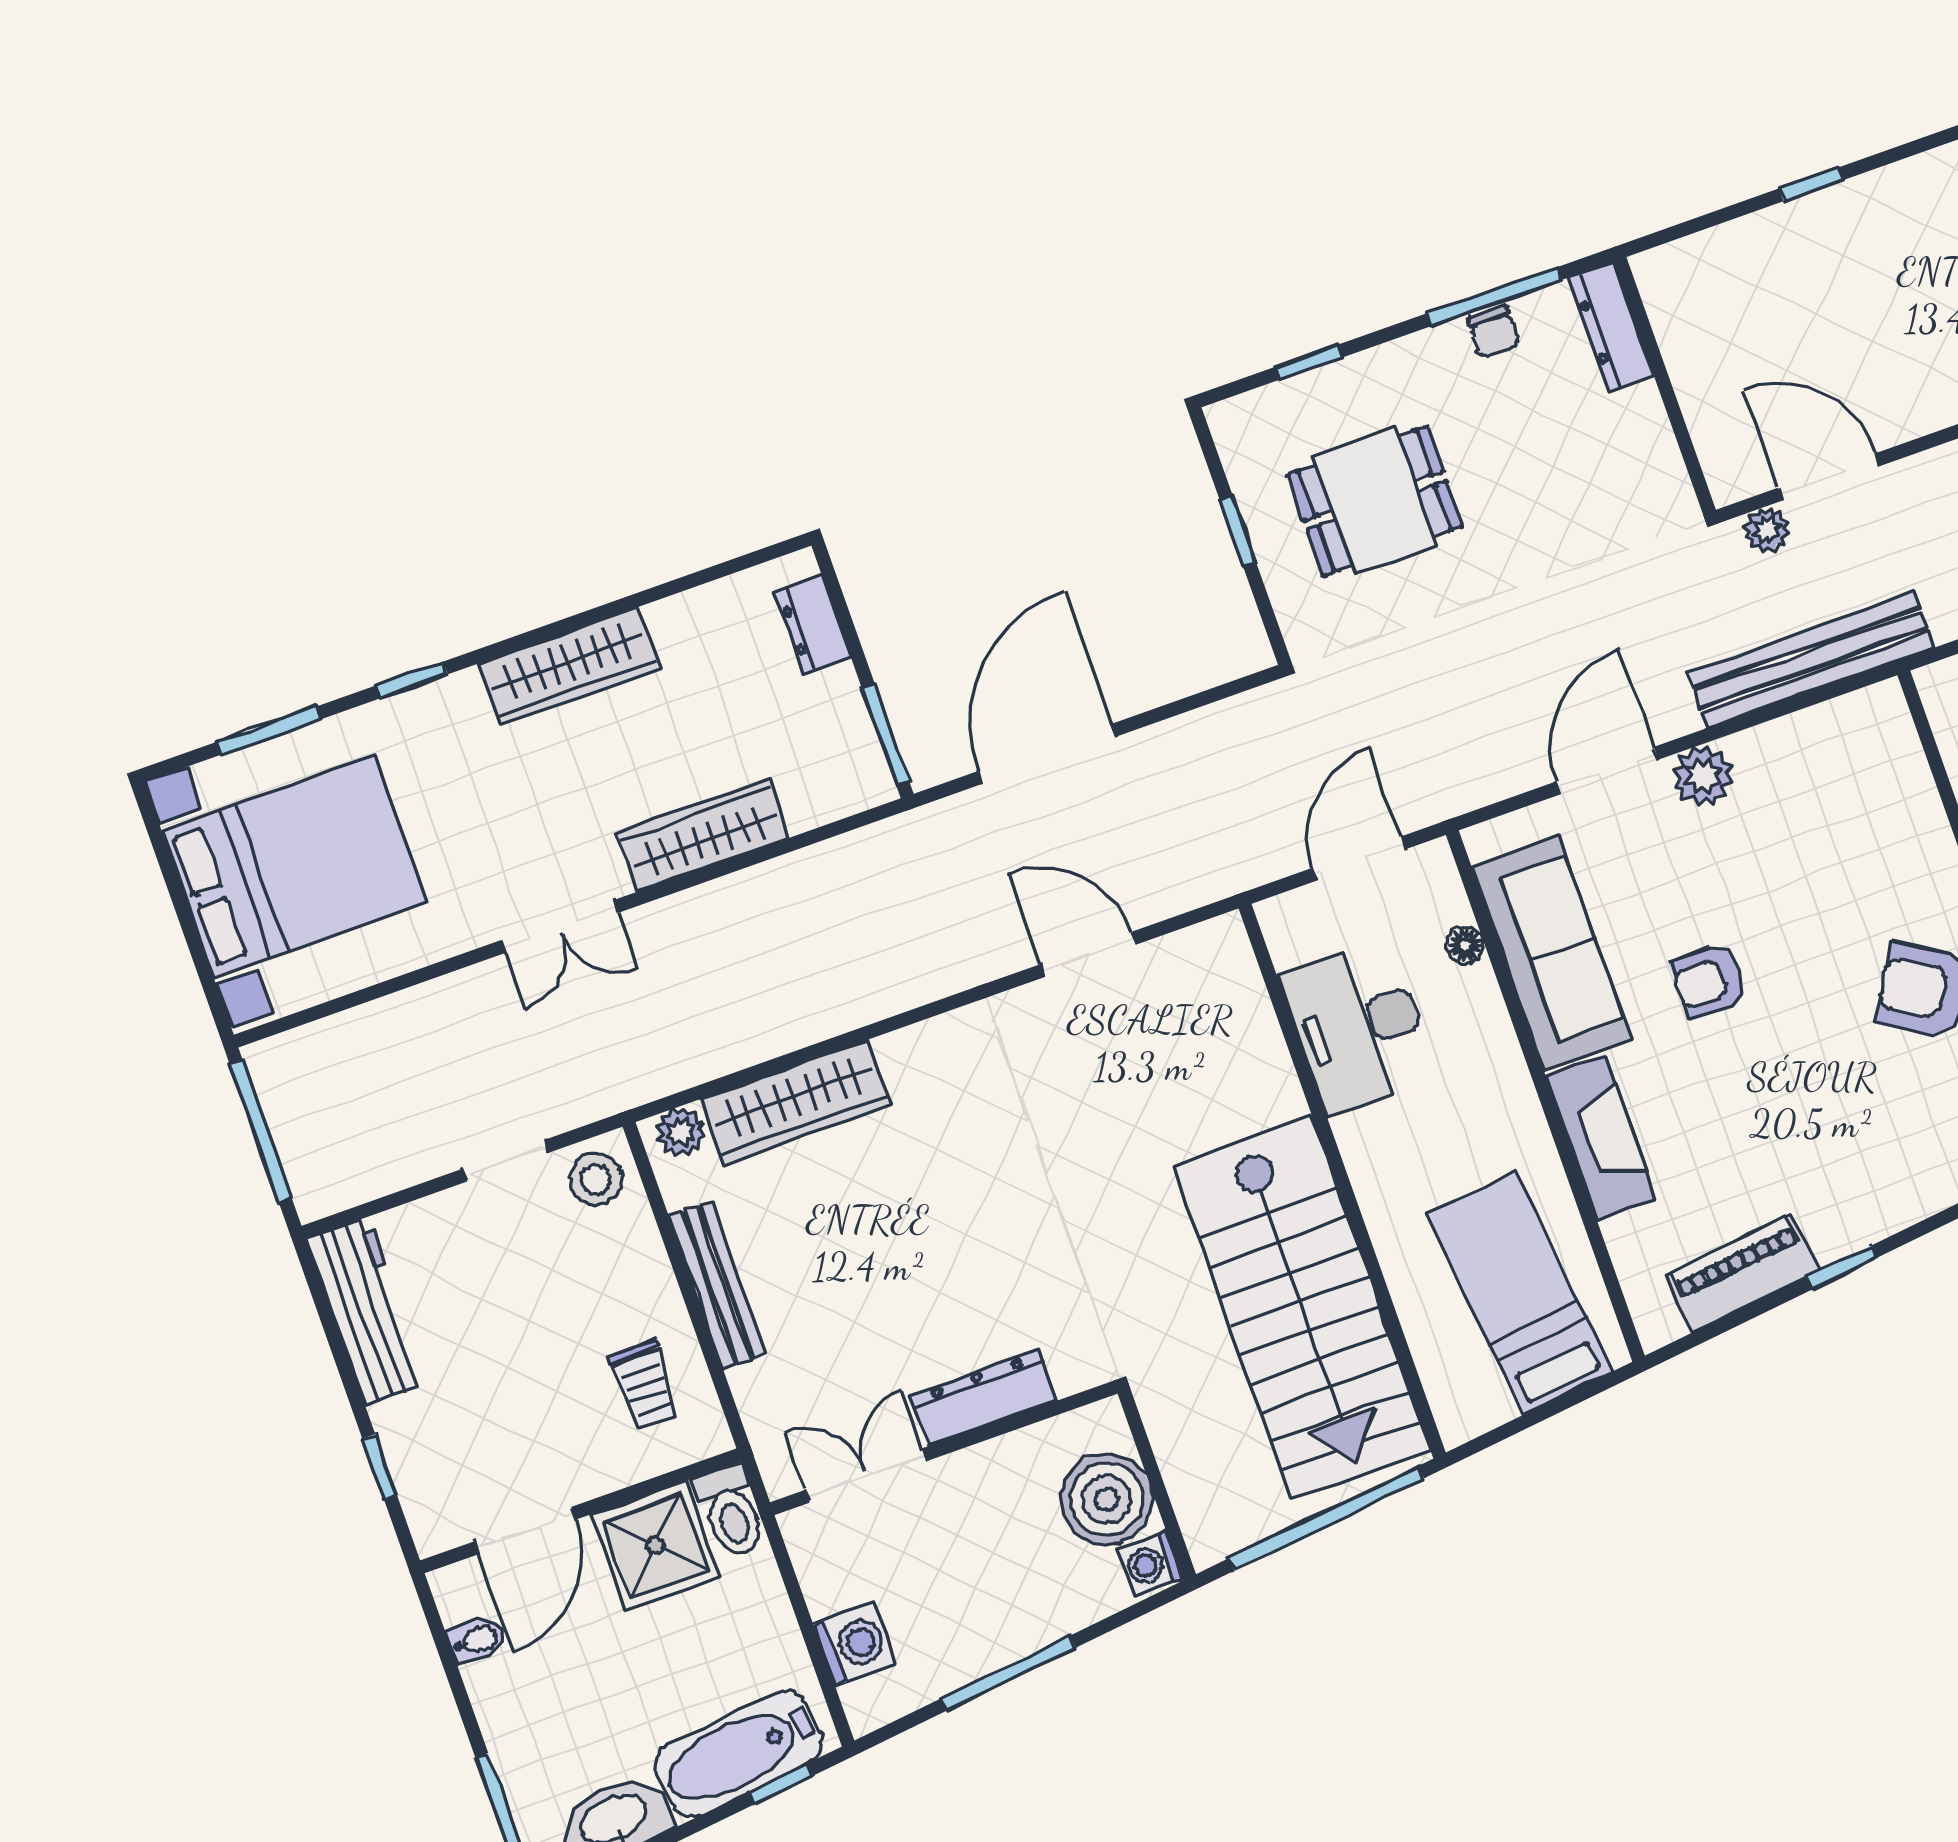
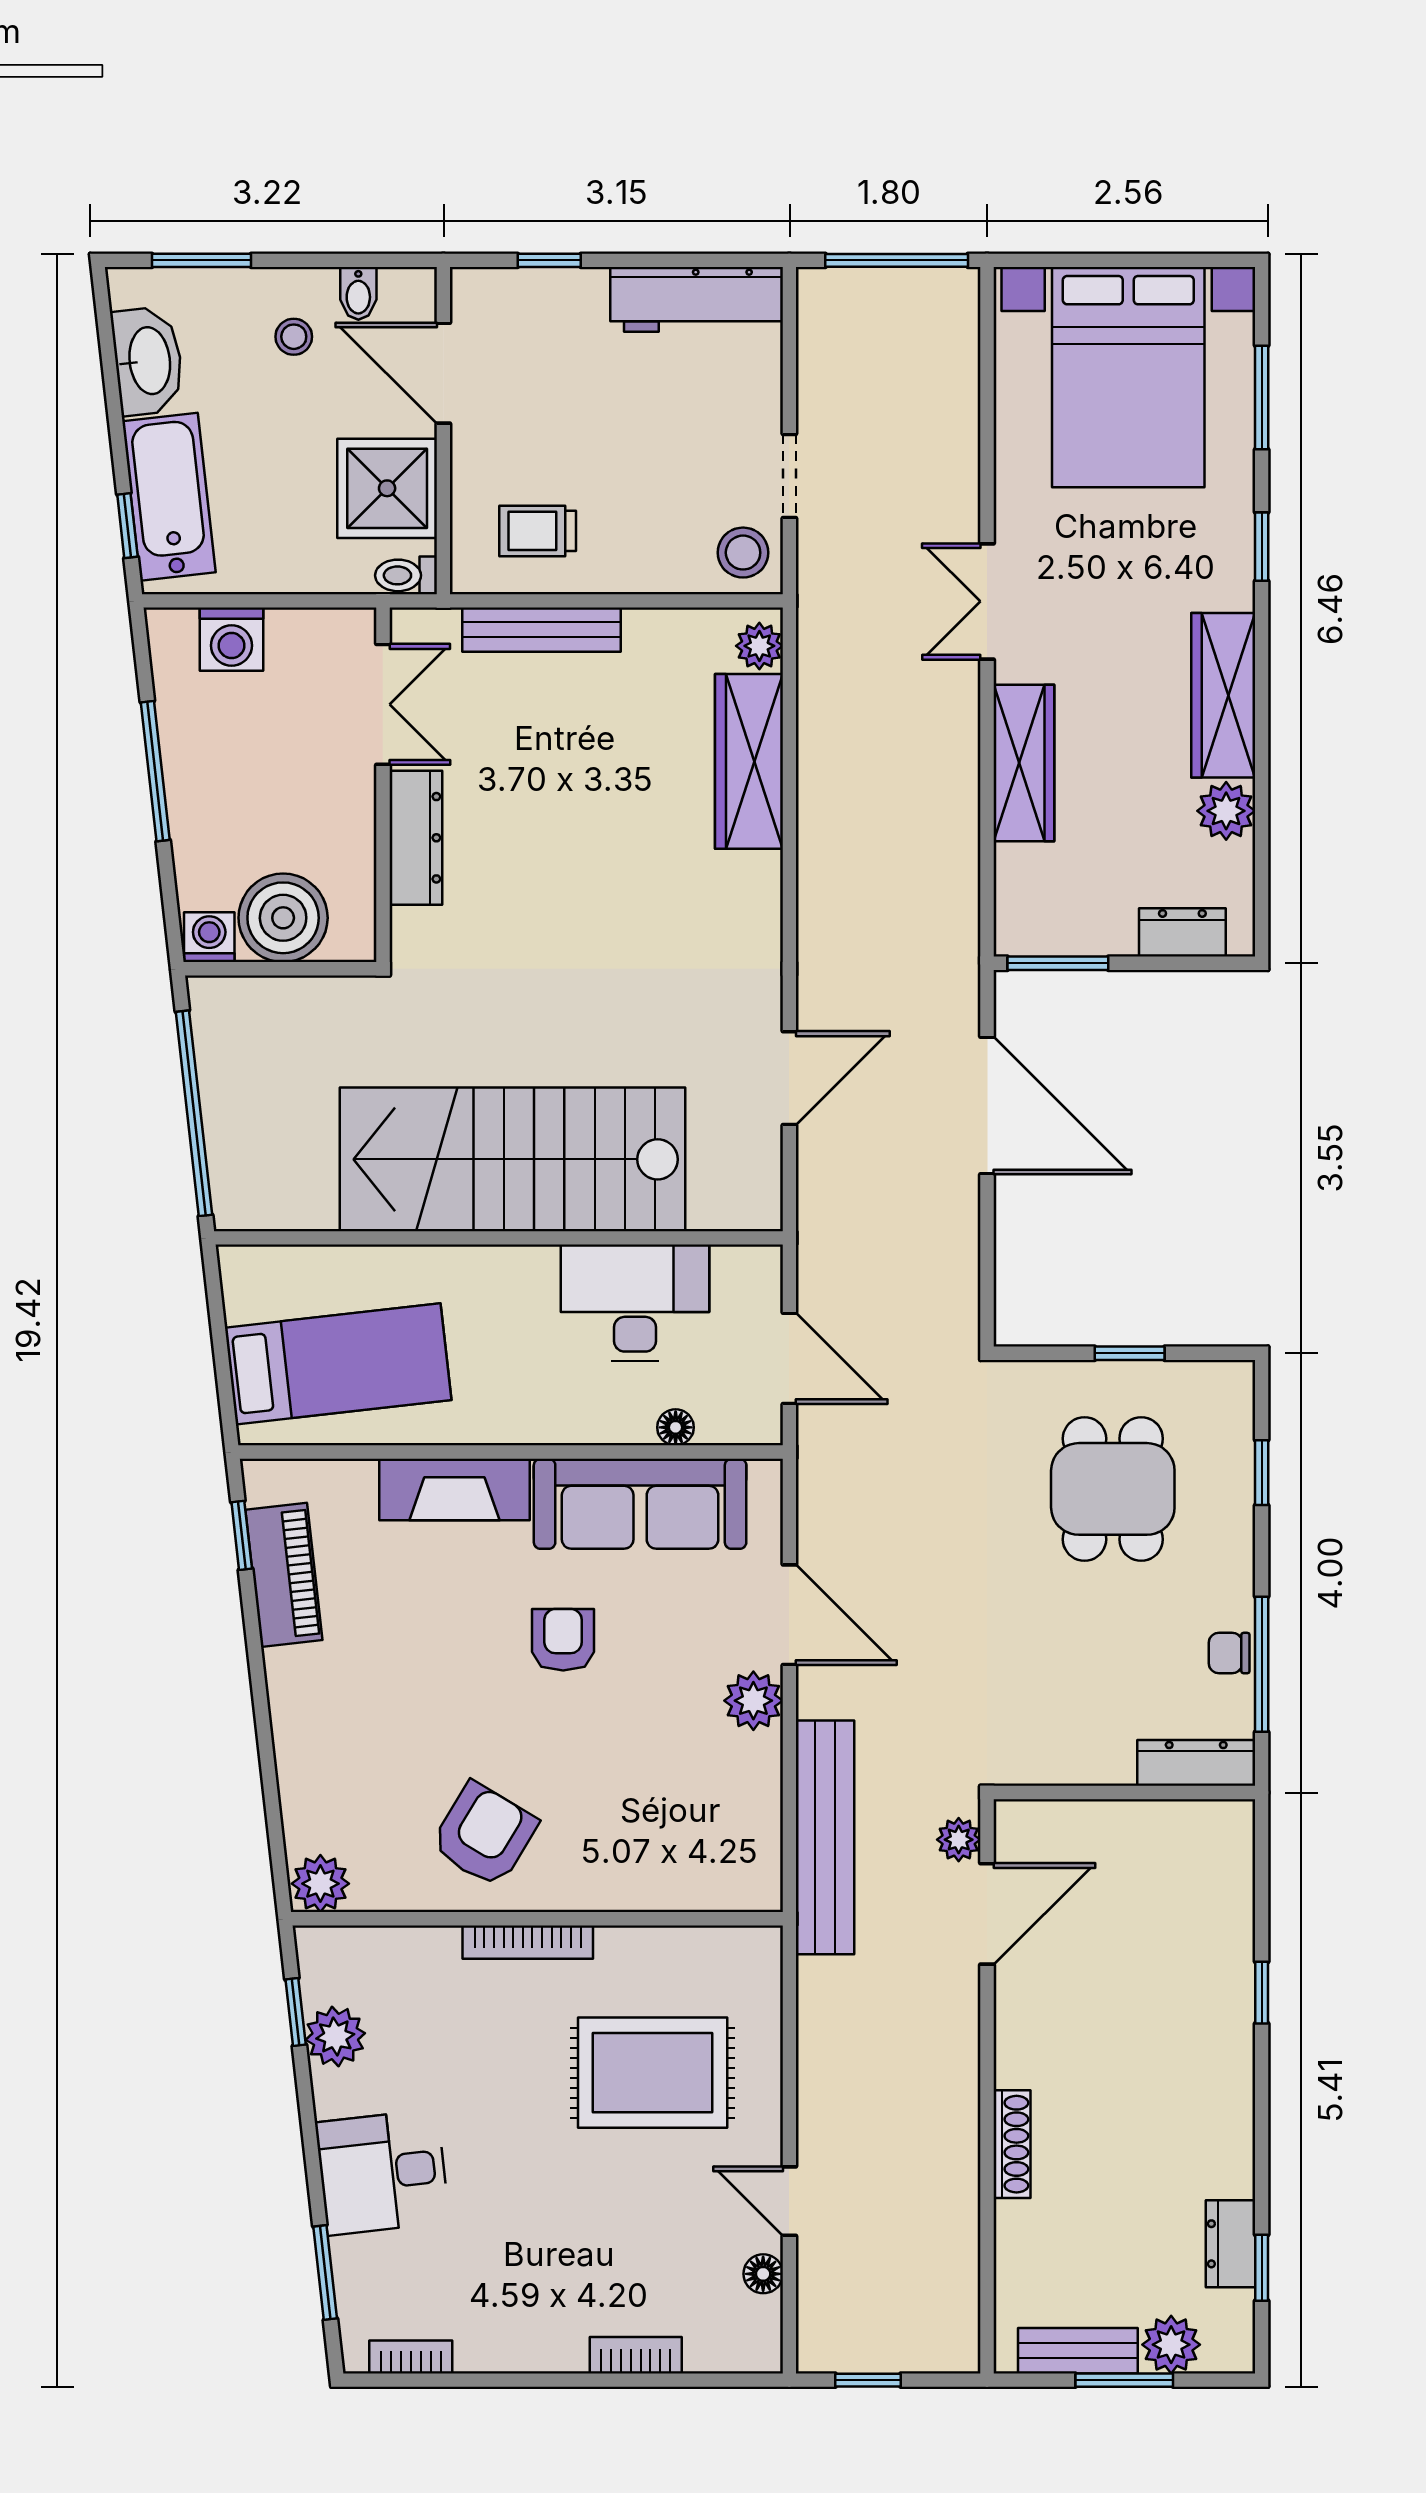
plant: (680, 624) -> (1226, 811), added
window: (1842, 1267) -> (242, 1535), moved
bench: (717, 1285) -> (541, 630), moved
stairs: (1302, 1308) -> (513, 1159), moved
toilet: (731, 1511) -> (406, 575), width x0.73, depth x0.72
stool: (541, 1688) -> (294, 337), added

